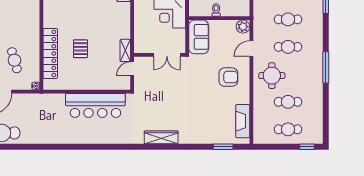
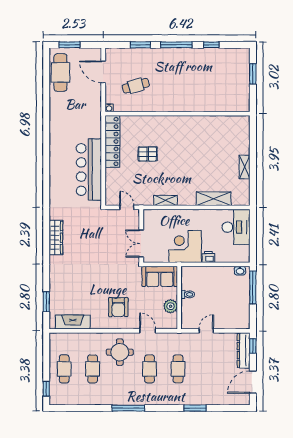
plant: (243, 27) -> (171, 306), moved
shelving: (125, 50) -> (165, 200), moved
locker: (50, 53) -> (112, 141), moved, turned -90

